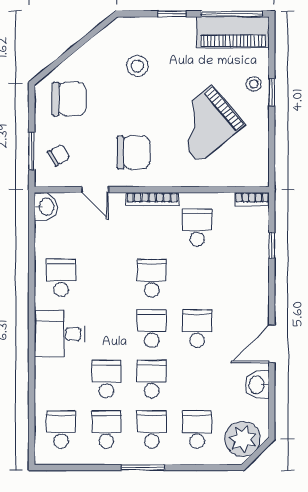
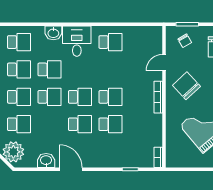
chair: (133, 152) -> (186, 86), turned 137
washbasin: (46, 207) -> (53, 33), moved
school desk: (197, 228) -> (111, 124), moved

